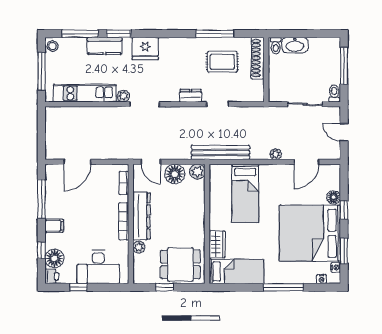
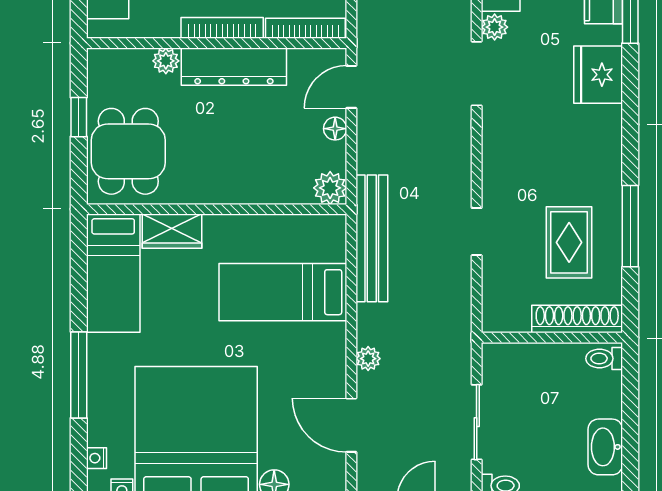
washbasin: (295, 45) -> (605, 447), moved
dresser: (191, 96) -> (495, 173), removed
floor lamp: (175, 174) -> (335, 129), width x0.53, depth x0.53
bookcase: (124, 183) -> (305, 28), width x1.56

